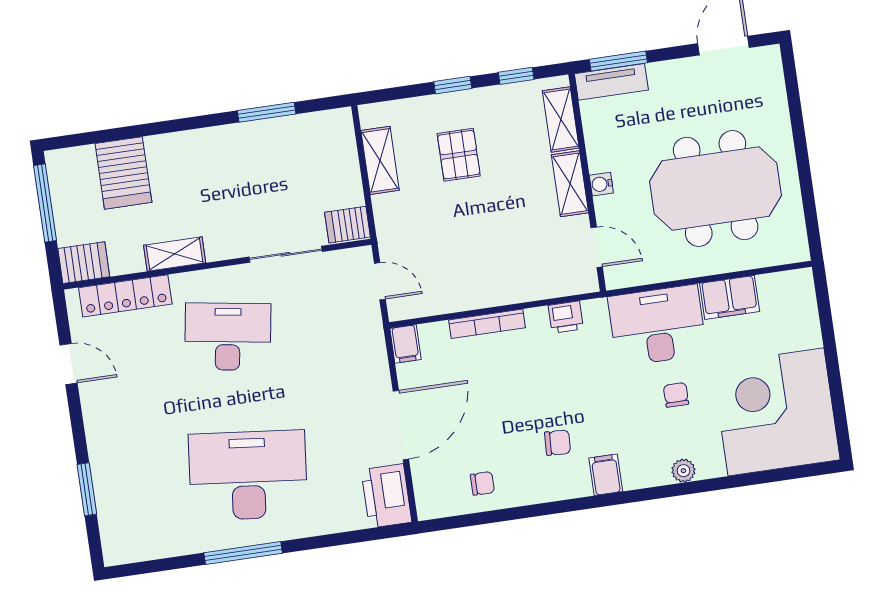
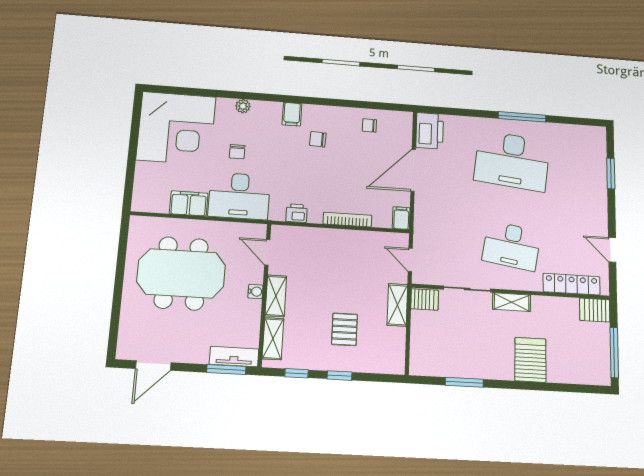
shelving: (380, 160) -> (397, 305), moved
server rack: (123, 173) -> (530, 360), moved
shelving: (175, 254) -> (512, 302), moved

